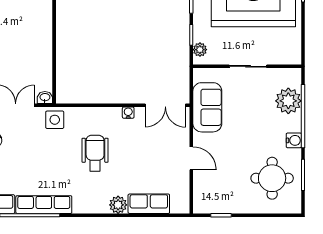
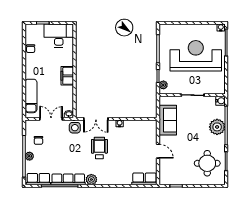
filing cabinet: (42, 35) -> (67, 76), added
plant: (288, 101) -> (217, 127), moved
double door: (165, 105) -> (96, 119), moved
water cooler: (294, 140) -> (220, 101), moved
row of seats: (149, 204) -> (144, 179), moved
plant: (118, 205) -> (91, 179), moved

